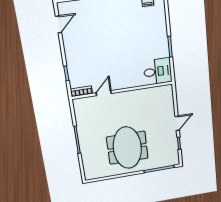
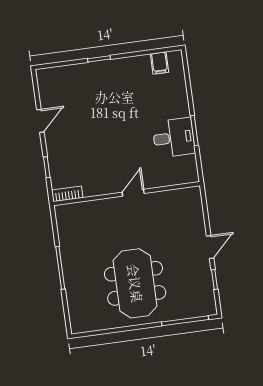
door: (58, 24) -> (40, 121), moved
desk: (158, 71) -> (174, 138), moved
door: (104, 93) -> (133, 193), moved

